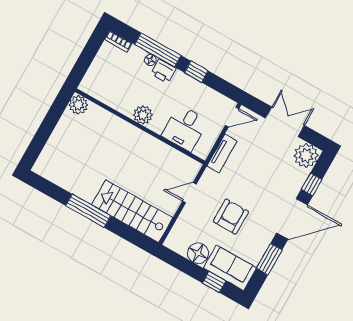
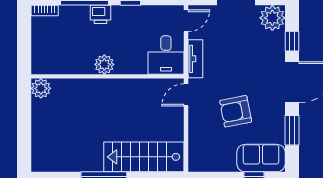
floor lamp: (150, 60) -> (83, 11), removed
desk: (185, 128) -> (166, 55), moved
door: (189, 193) -> (186, 95), moved
armchair: (231, 217) -> (236, 111), turned -101
floor lamp: (198, 253) -> (225, 161), removed

